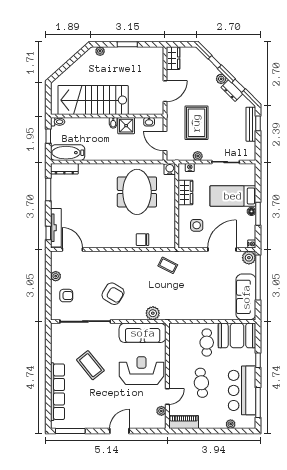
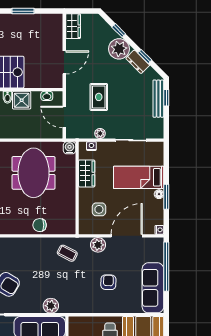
plant: (221, 79) -> (119, 49), width x1.87, depth x1.87
rug: (196, 123) -> (99, 97), width x0.73, depth x0.70
plant: (249, 258) -> (98, 245), moved
armchair: (205, 292) -> (108, 282), added

